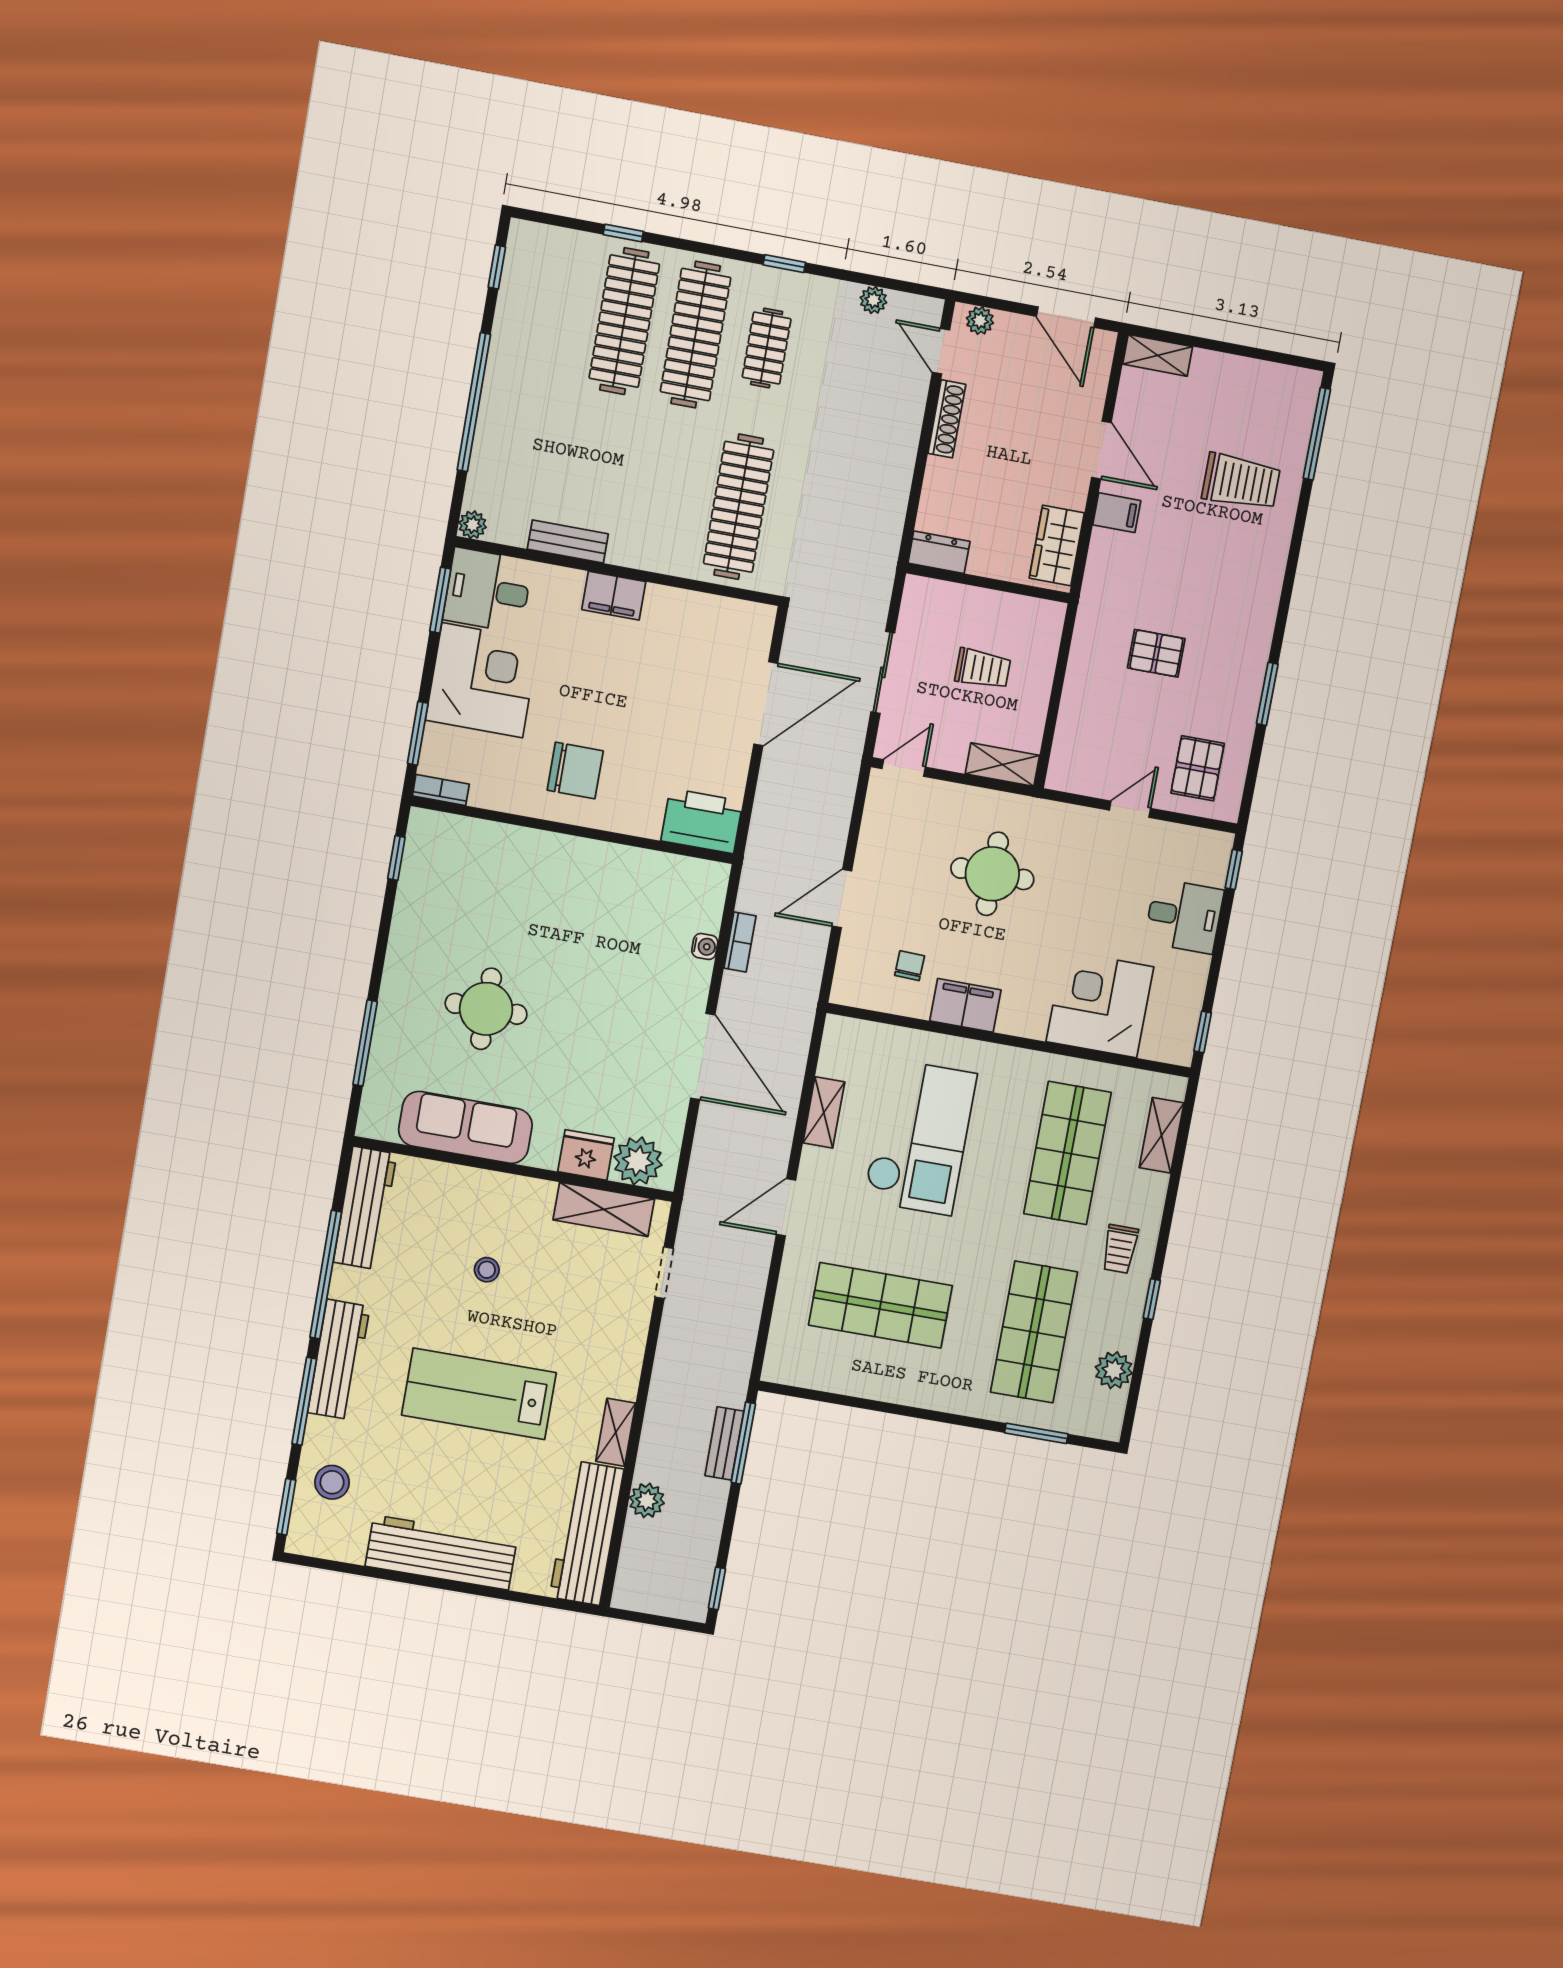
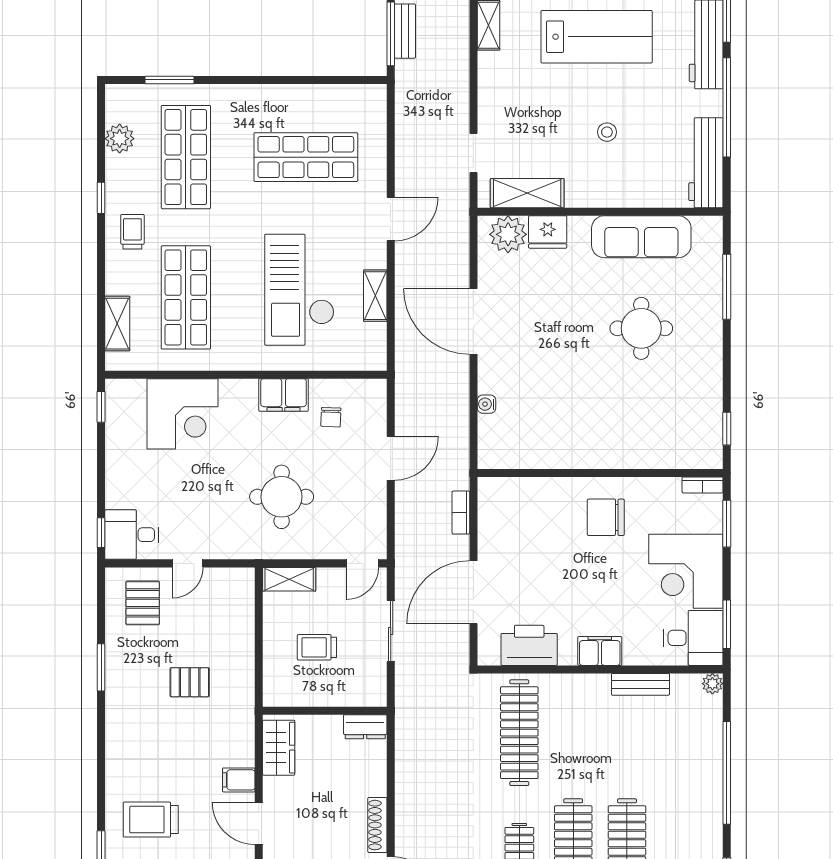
printer: (702, 821) -> (529, 645), moved, turned 180
desk: (1184, 916) -> (132, 535), moved
bookcase: (740, 942) -> (461, 513), moved

